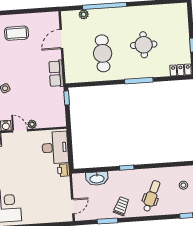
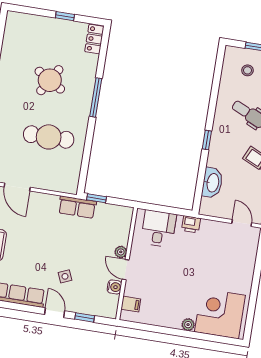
round table: (144, 45) -> (50, 80), turned 31
row of seats: (56, 74) -> (77, 207), moved
door: (20, 131) -> (126, 270), hinge flipped
desk: (55, 148) -> (159, 229), width x0.73

